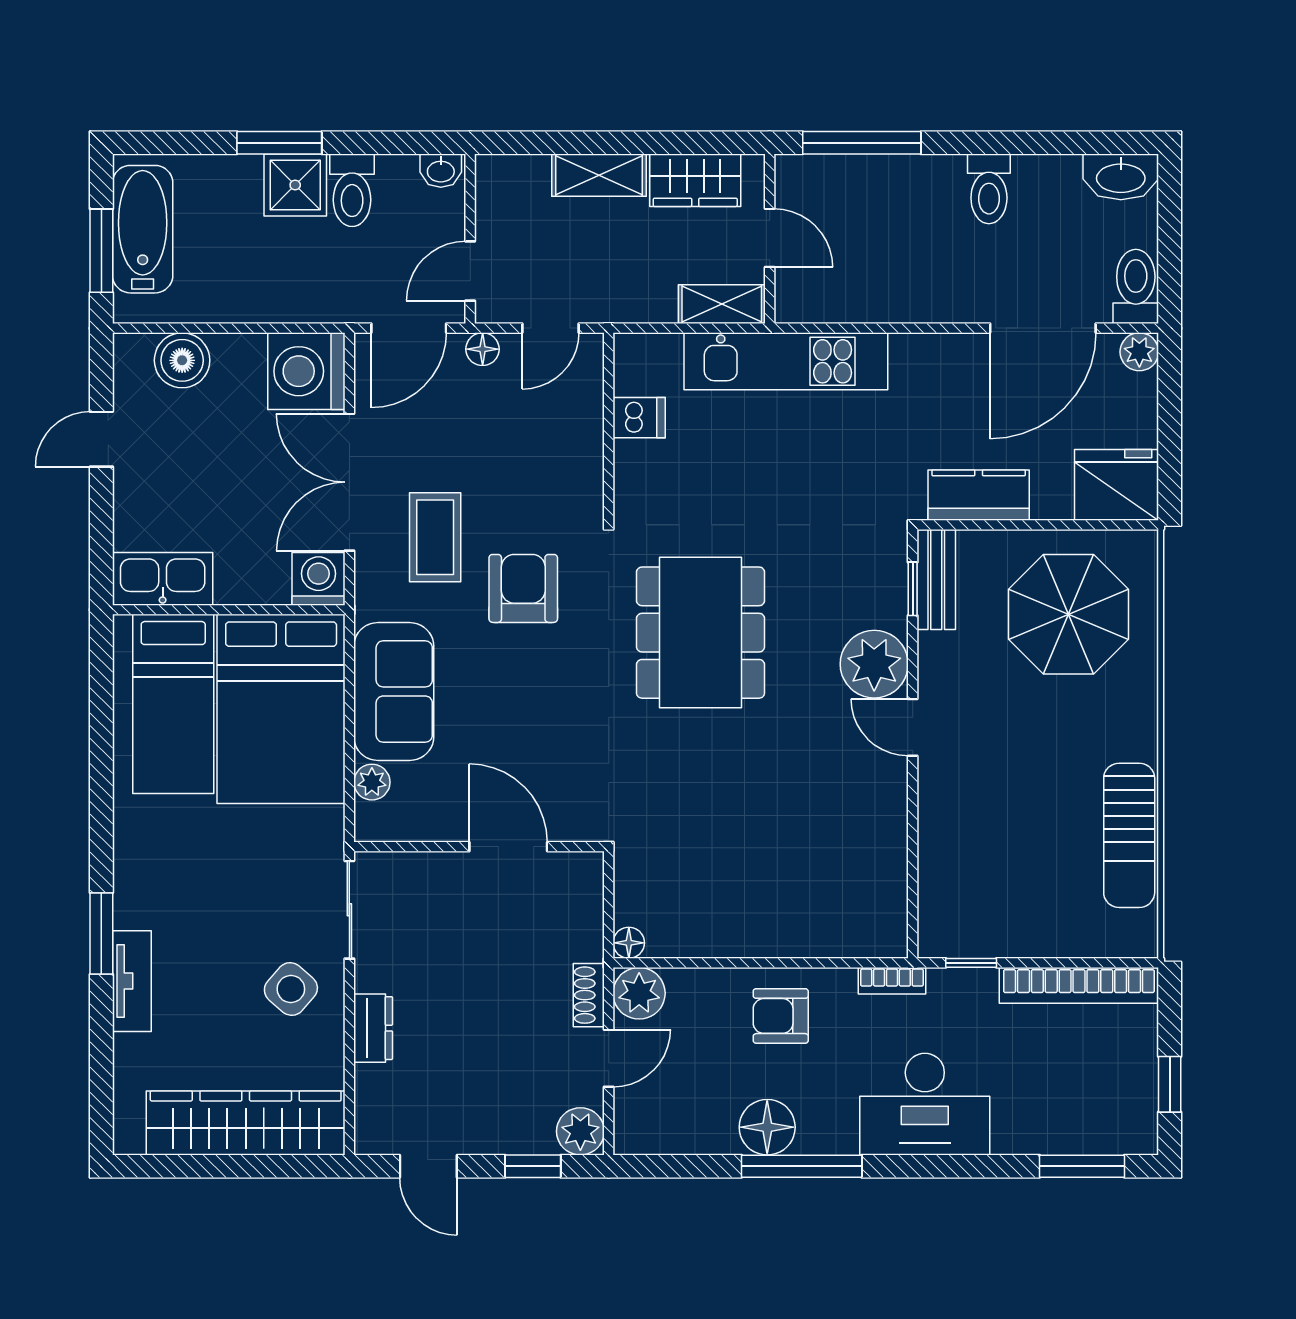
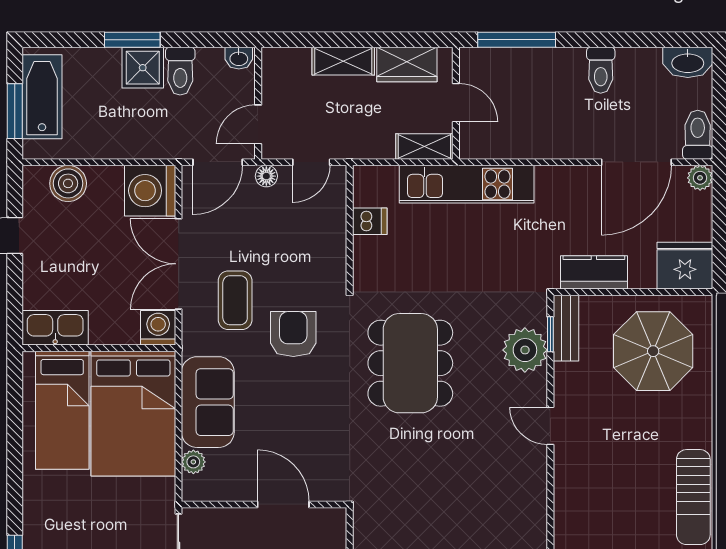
plant: (874, 664) -> (525, 350), moved

